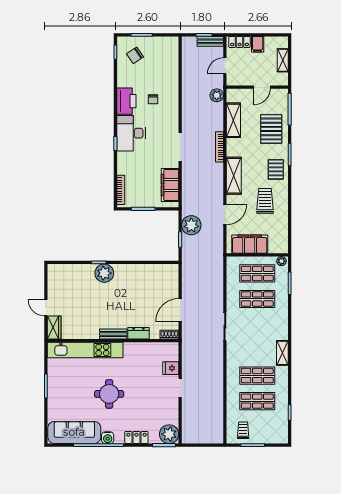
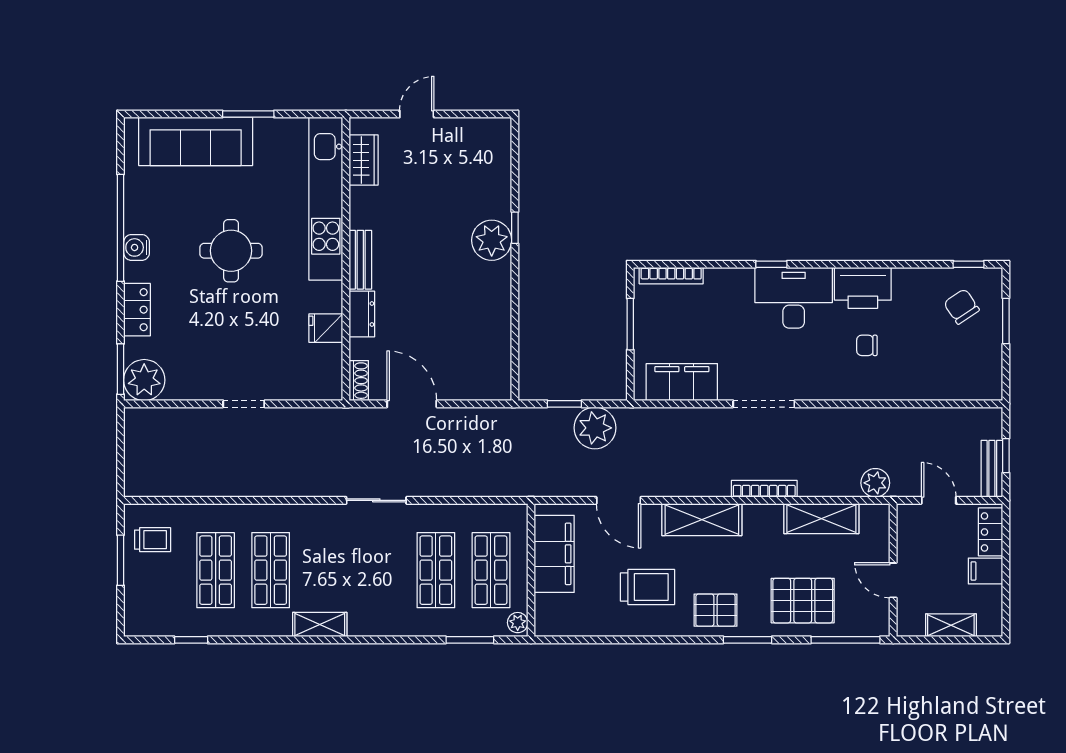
wardrobe: (54, 328) -> (364, 160), moved, turned -90
fridge: (171, 368) -> (326, 328), moved, turned -90
sofa: (74, 432) -> (196, 141), moved, turned 90

